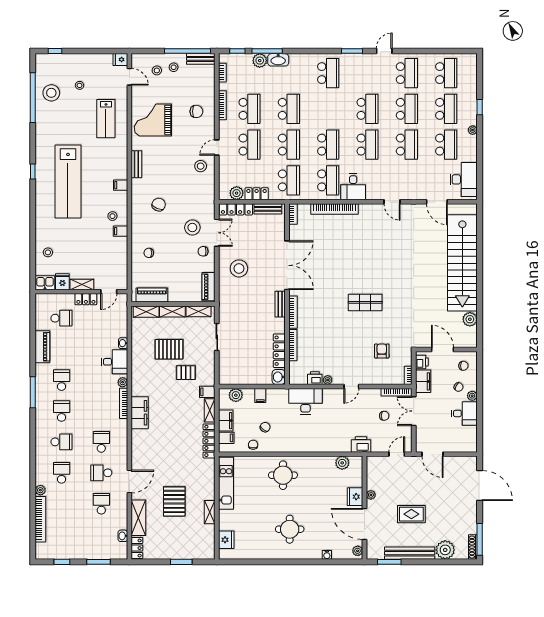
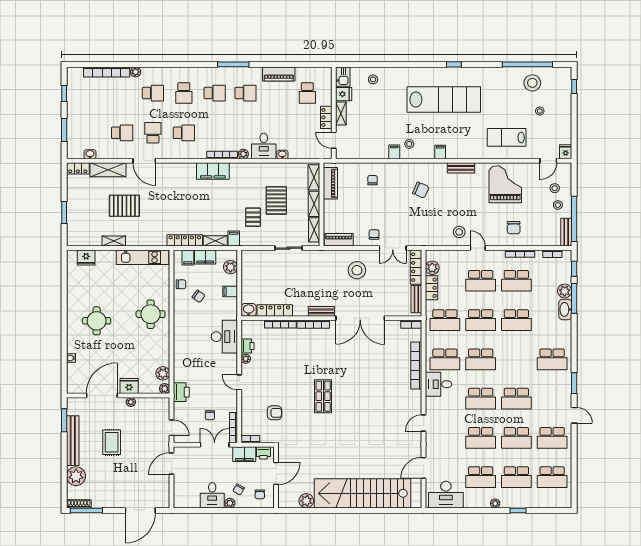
lab bench: (68, 182) -> (444, 100), turned 180
stool: (192, 228) -> (398, 224), removed
plant: (358, 551) -> (165, 389), moved

